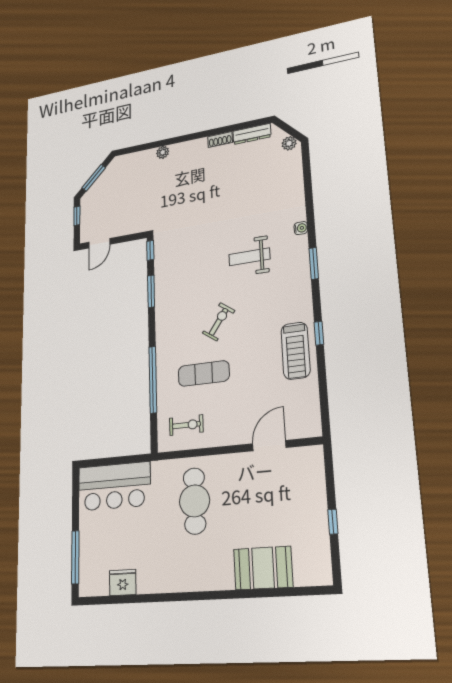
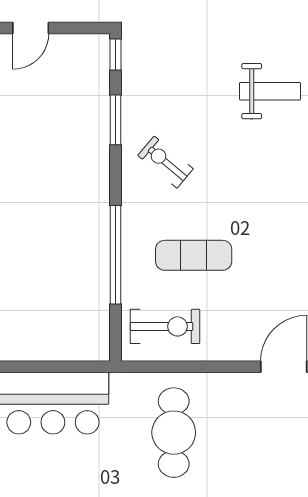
weight bench: (249, 257) -> (270, 91), turned 180
exercise bike: (219, 322) -> (166, 162), moved, turned -85
exercise bike: (186, 425) -> (165, 326), width x1.38, depth x1.39

